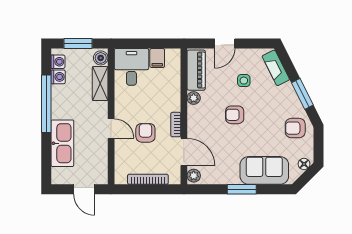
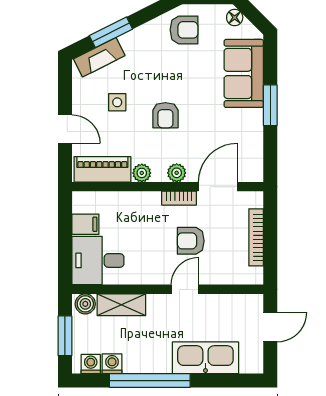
window: (302, 94) -> (111, 32), moved
armchair: (295, 128) -> (184, 30), turned -90
plant: (194, 176) -> (177, 173), moved

